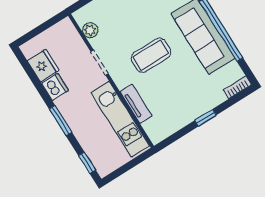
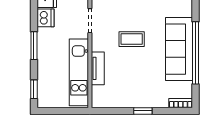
coffee table: (151, 55) -> (132, 39), width x0.73, depth x0.77

